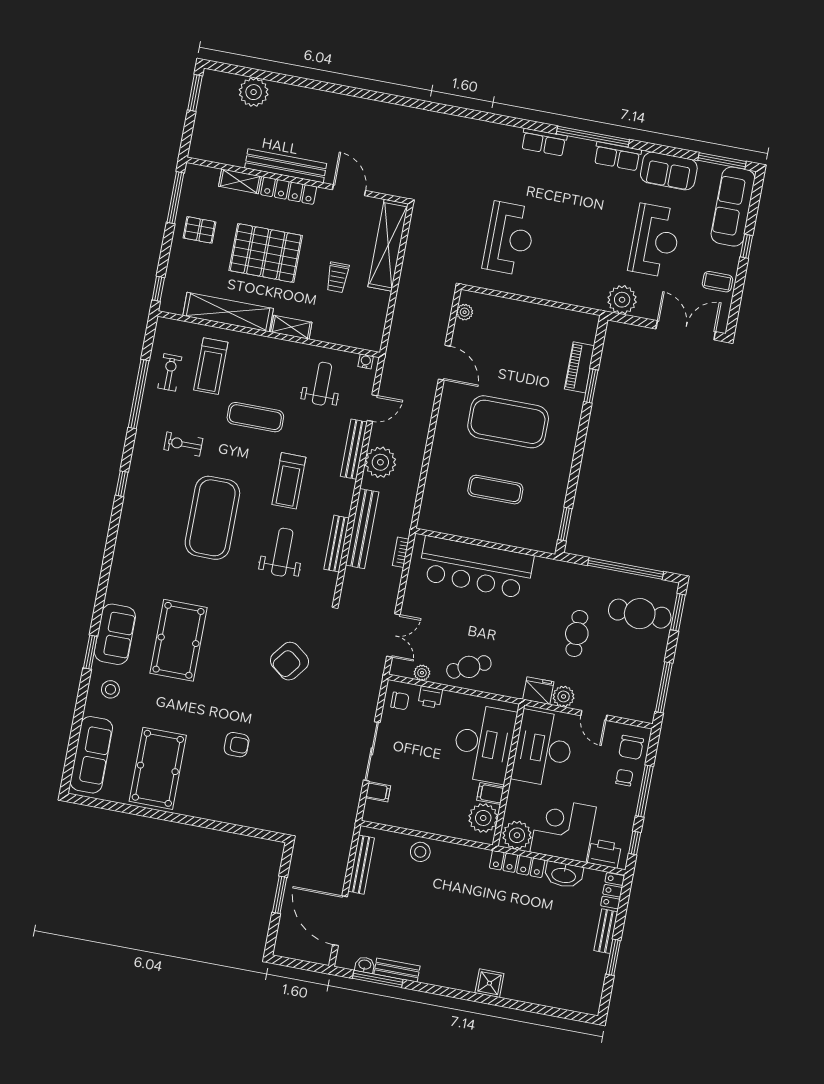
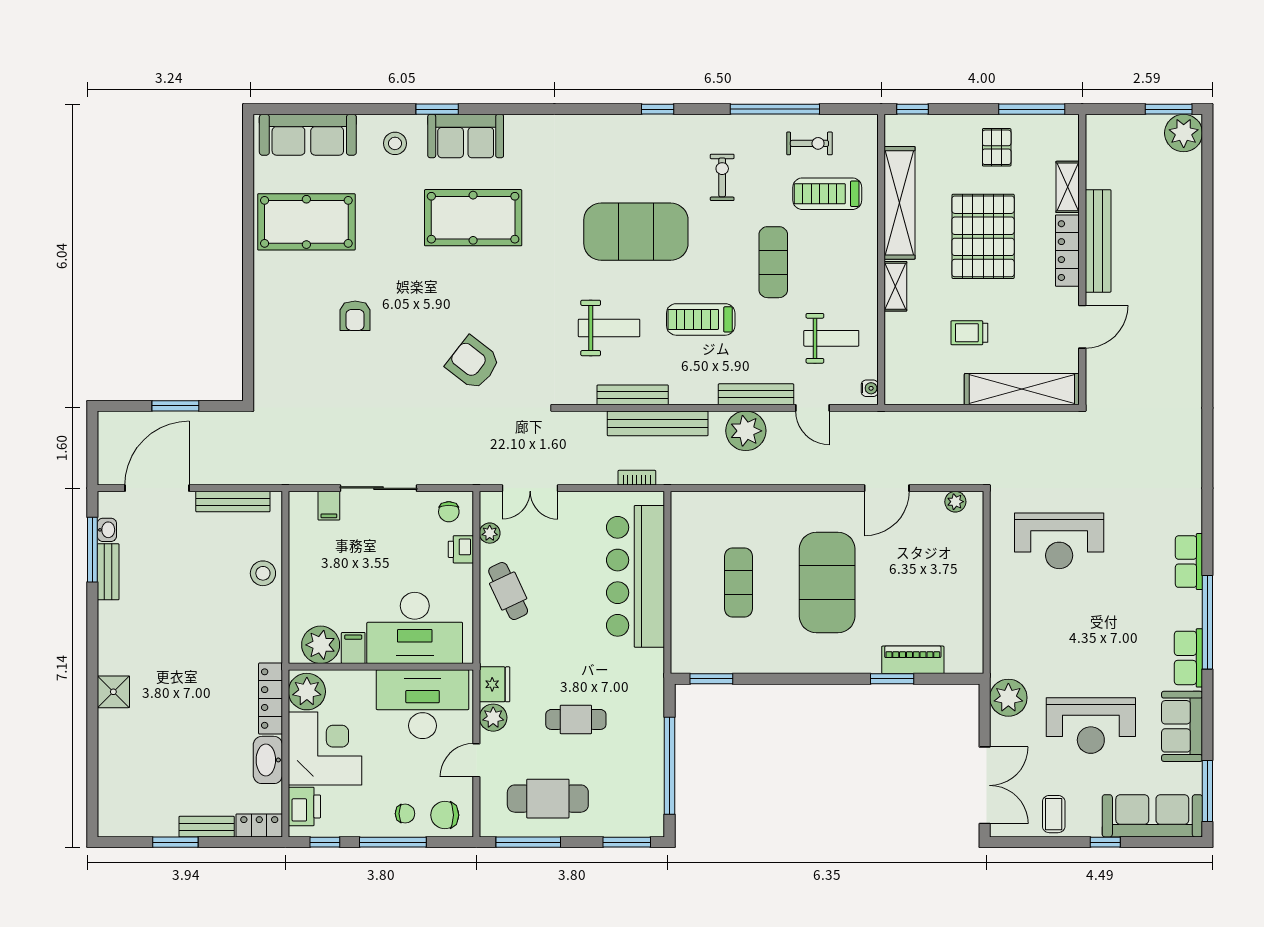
plant: (254, 92) -> (1184, 133), moved
cafe table: (640, 614) -> (548, 799), moved, turned 90

